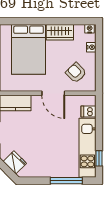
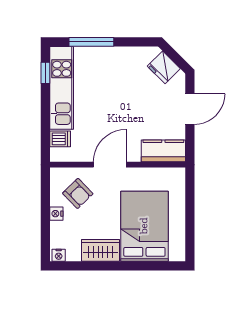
nightstand: (91, 47) -> (56, 214), moved
door: (53, 93) -> (110, 165), hinge flipped

